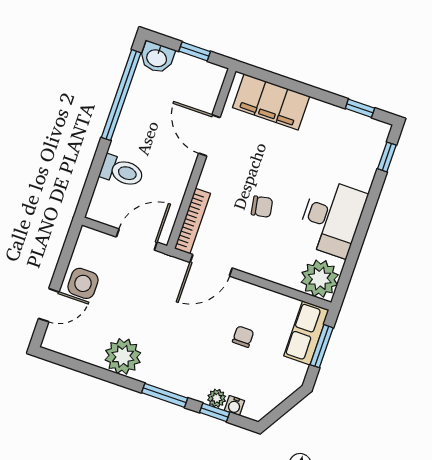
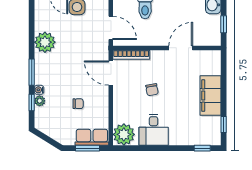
filing cabinet: (271, 102) -> (210, 96), moved
desk: (332, 218) -> (154, 130), width x0.73
water cooler: (234, 406) -> (39, 90), moved

